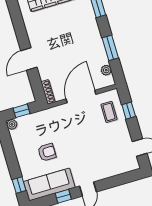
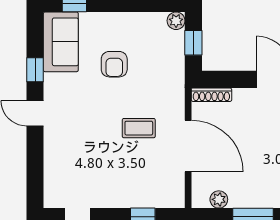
coffee table: (109, 112) -> (139, 128), moved
sofa: (49, 184) -> (61, 42), width x0.73

